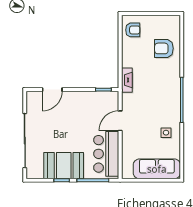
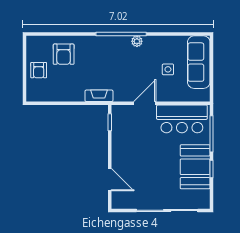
armchair: (133, 30) -> (39, 70), moved, turned 180
plant: (175, 114) -> (137, 41), added
door: (120, 121) -> (145, 103), swing flipped
side table: (166, 133) -> (168, 69), moved

